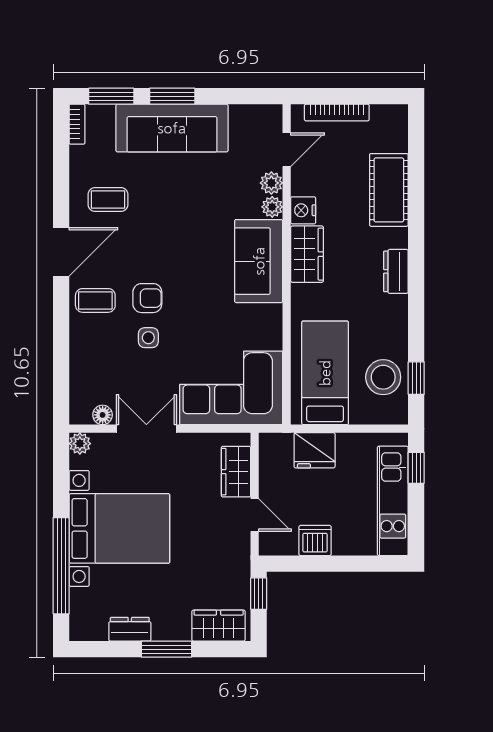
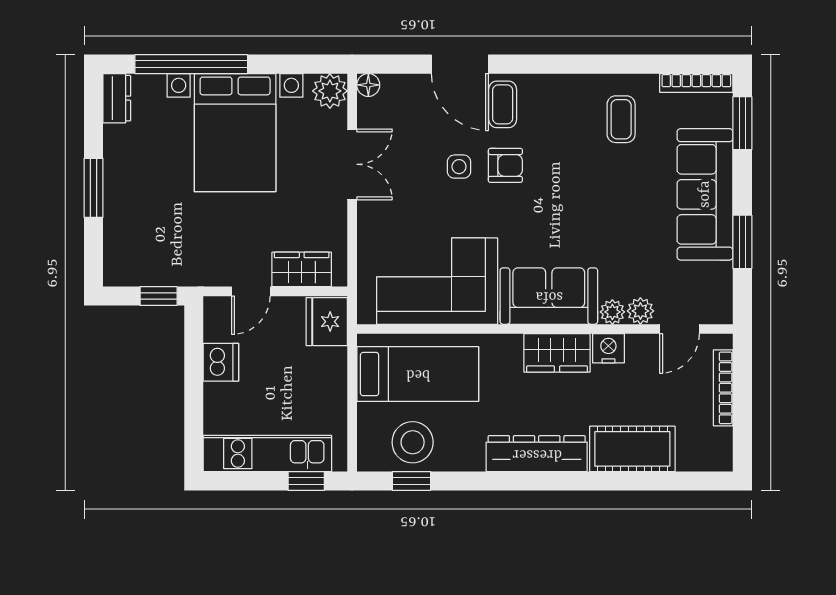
window: (172, 96) -> (742, 242), moved
bookcase: (77, 124) -> (696, 83), width x1.56
door: (287, 150) -> (680, 329), hinge flipped
door: (61, 252) -> (460, 64), moved
dresser: (396, 271) -> (537, 454), width x1.96, depth x1.24
armchair: (147, 298) -> (505, 165), turned -90
corner sofa: (231, 388) -> (437, 281), moved, turned -90
floor lamp: (103, 415) -> (368, 85), moved
plant: (80, 444) -> (330, 91), width x1.38, depth x1.38
fridge: (315, 450) -> (327, 322), moved
wardrobe: (219, 626) -> (121, 249), removed
dresser: (130, 629) -> (117, 98), moved

